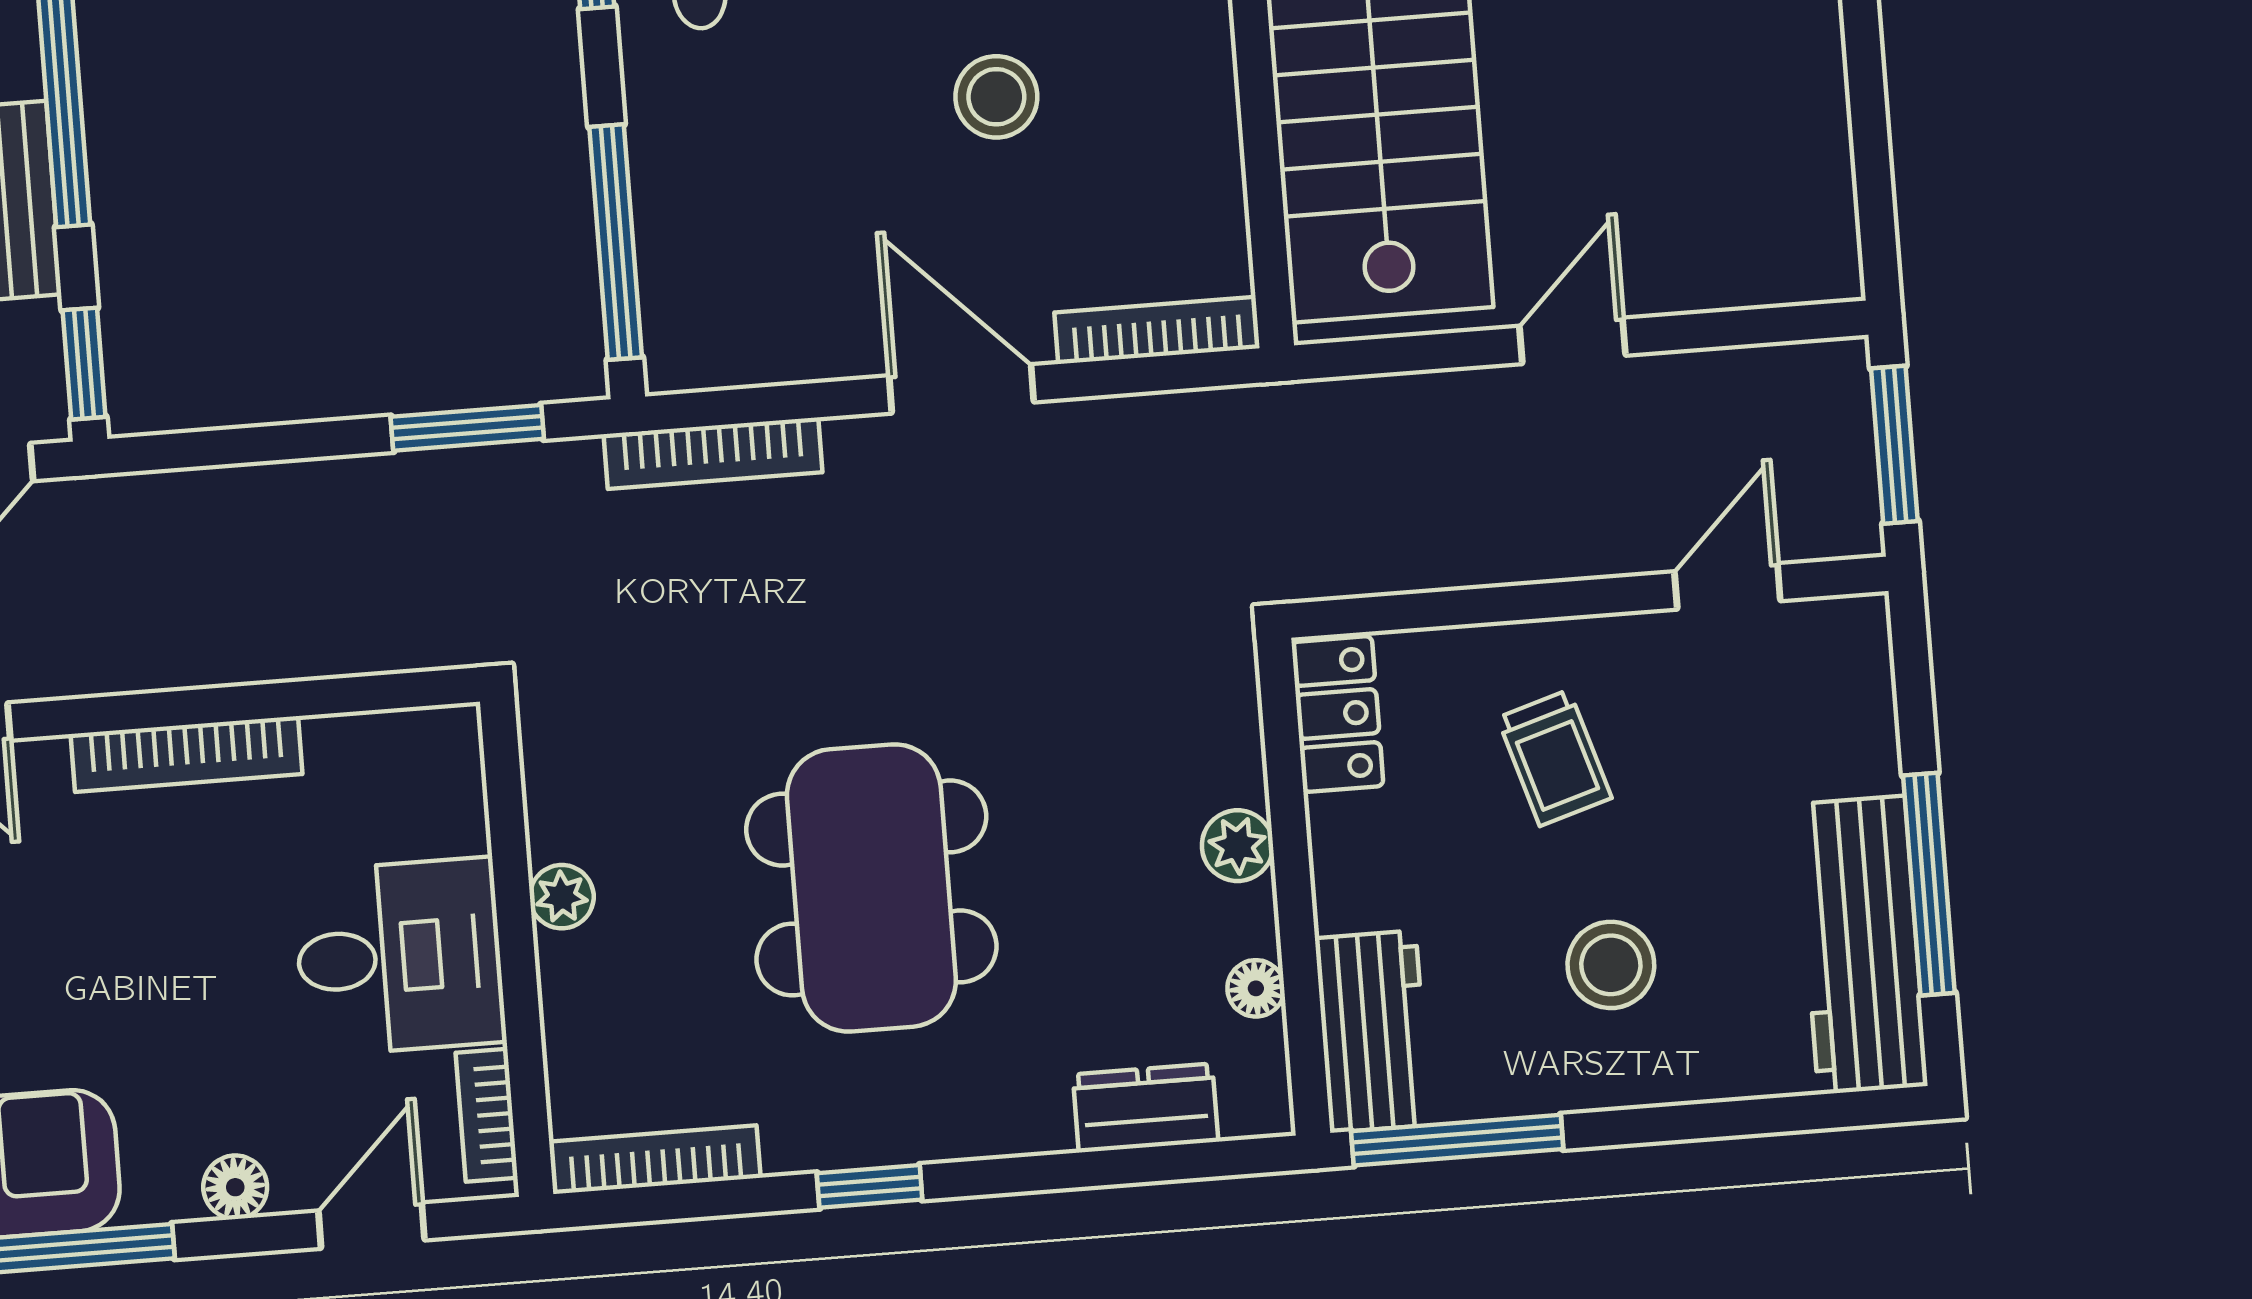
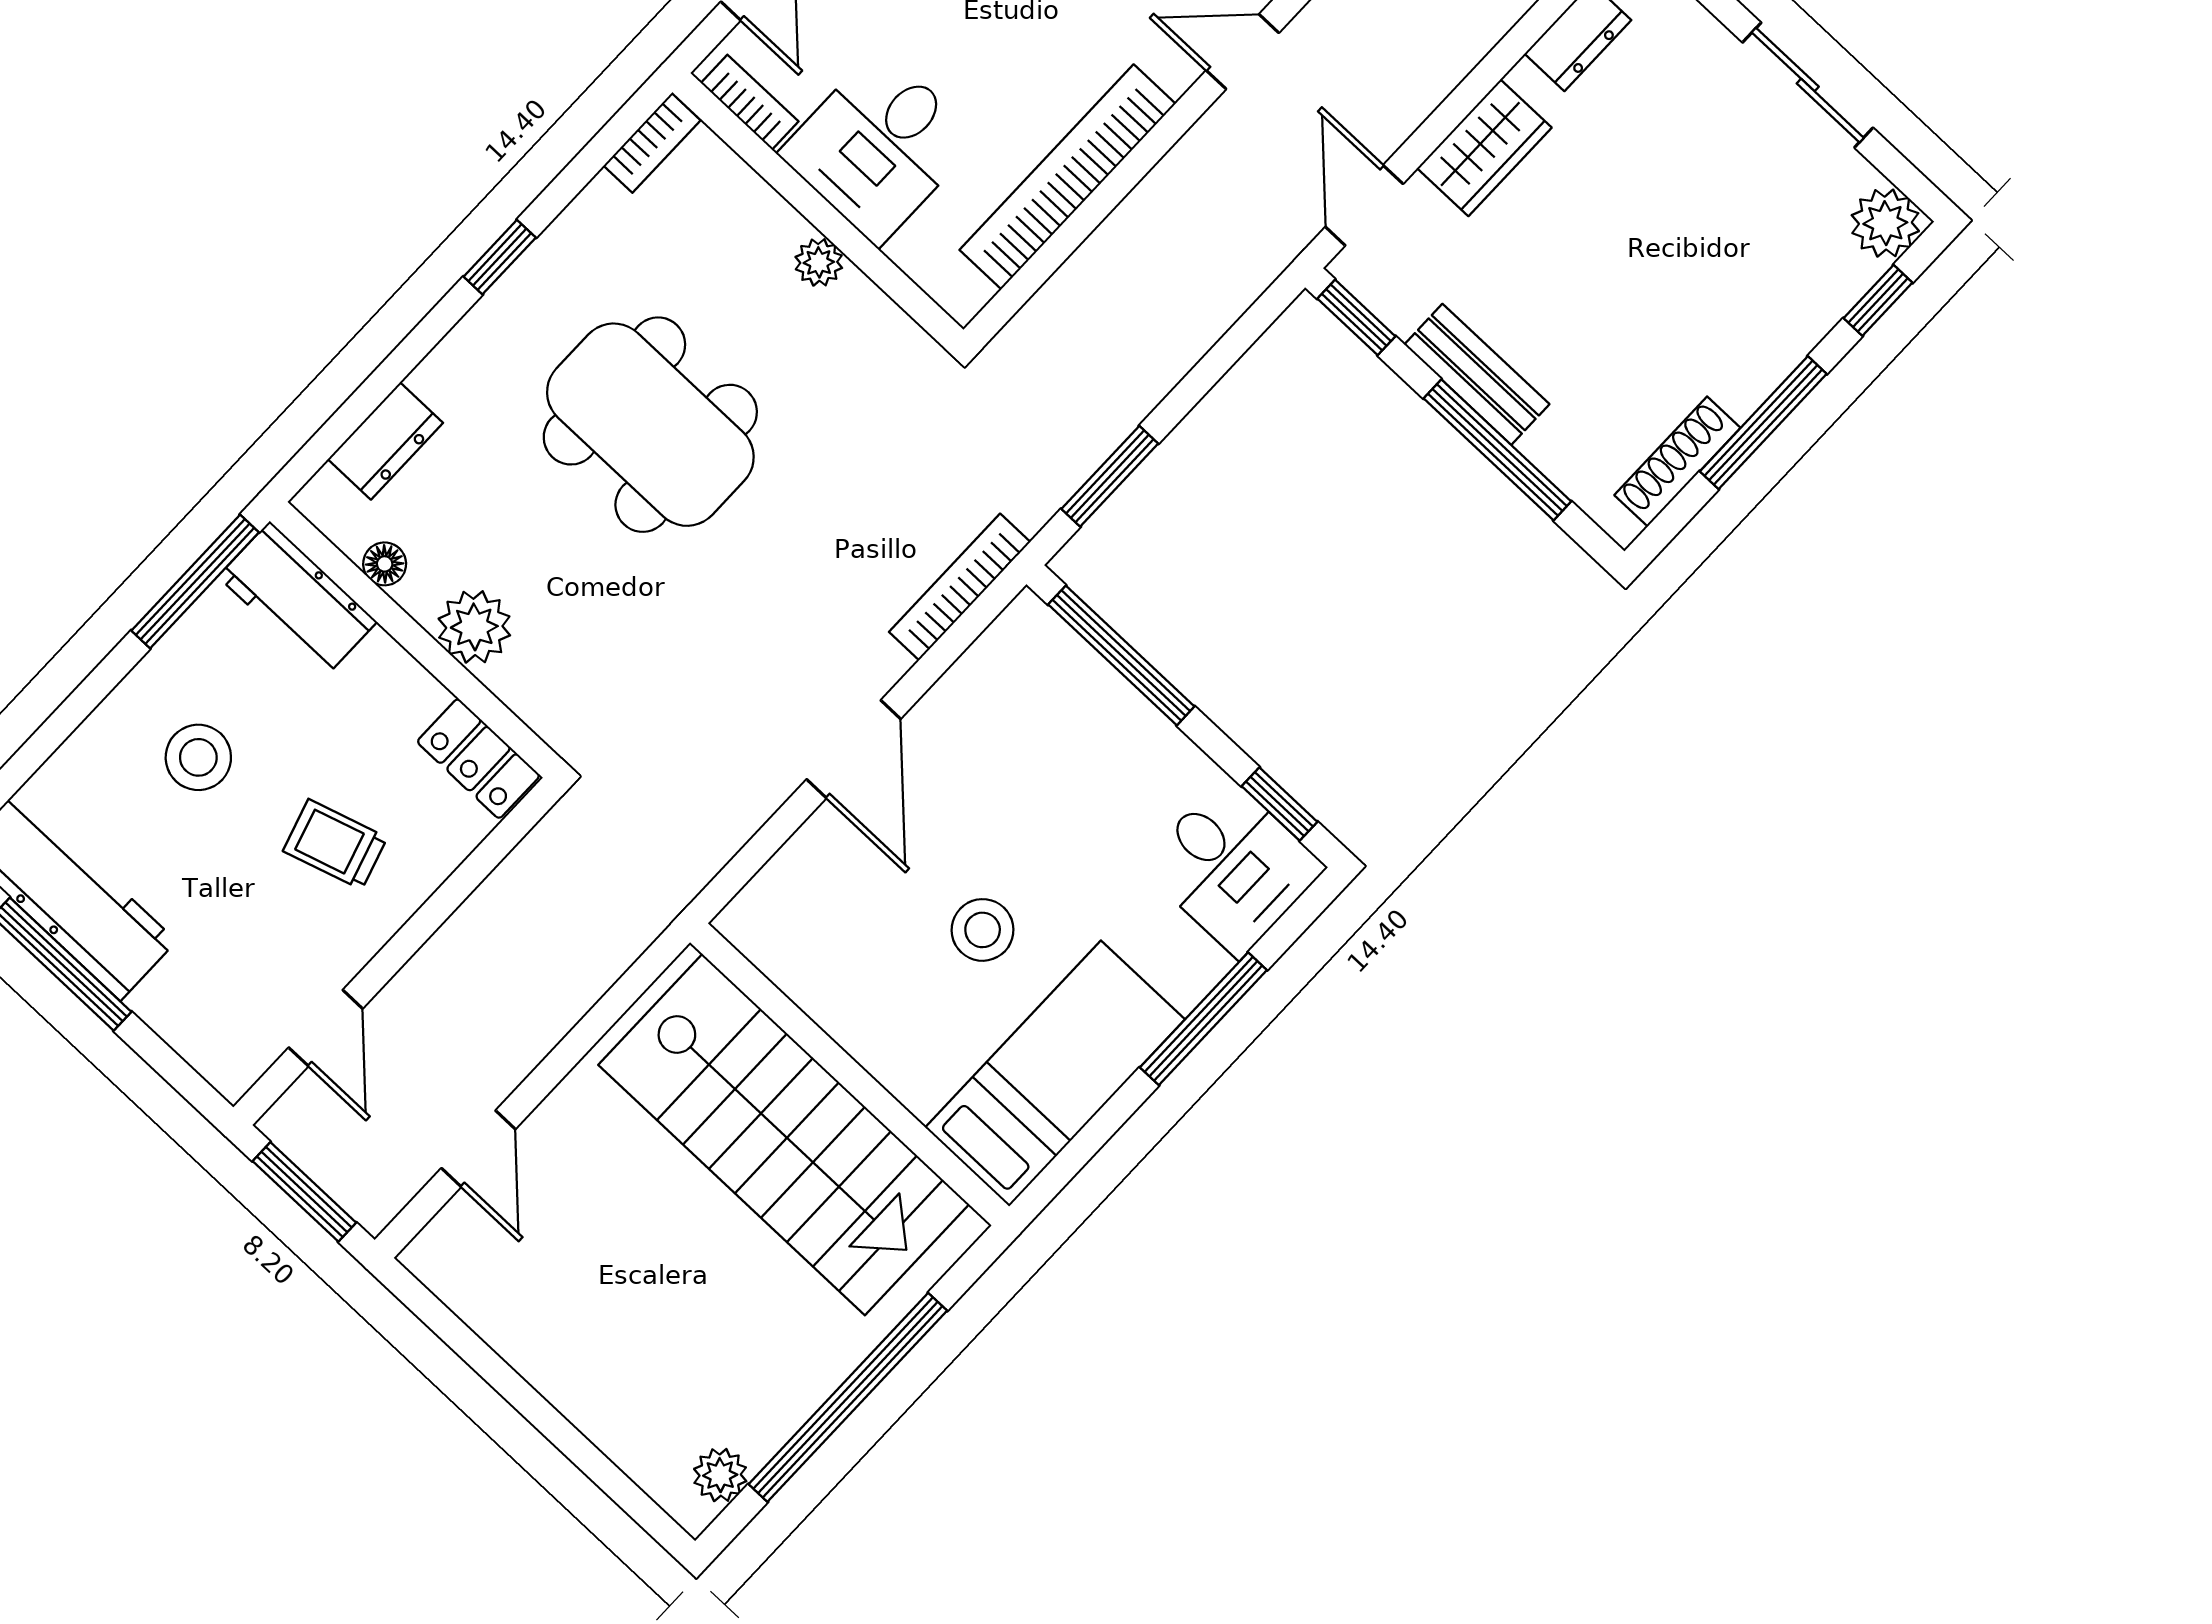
bookcase: (1157, 330) -> (774, 881), removed
door: (1572, 341) -> (478, 1149), moved
door: (962, 389) -> (854, 749), hinge flipped
bookcase: (186, 754) -> (1068, 177), width x1.48, depth x1.31
plant: (1237, 846) -> (474, 627), width x1.38, depth x1.38
bookcase: (656, 1160) -> (652, 143), width x0.64

